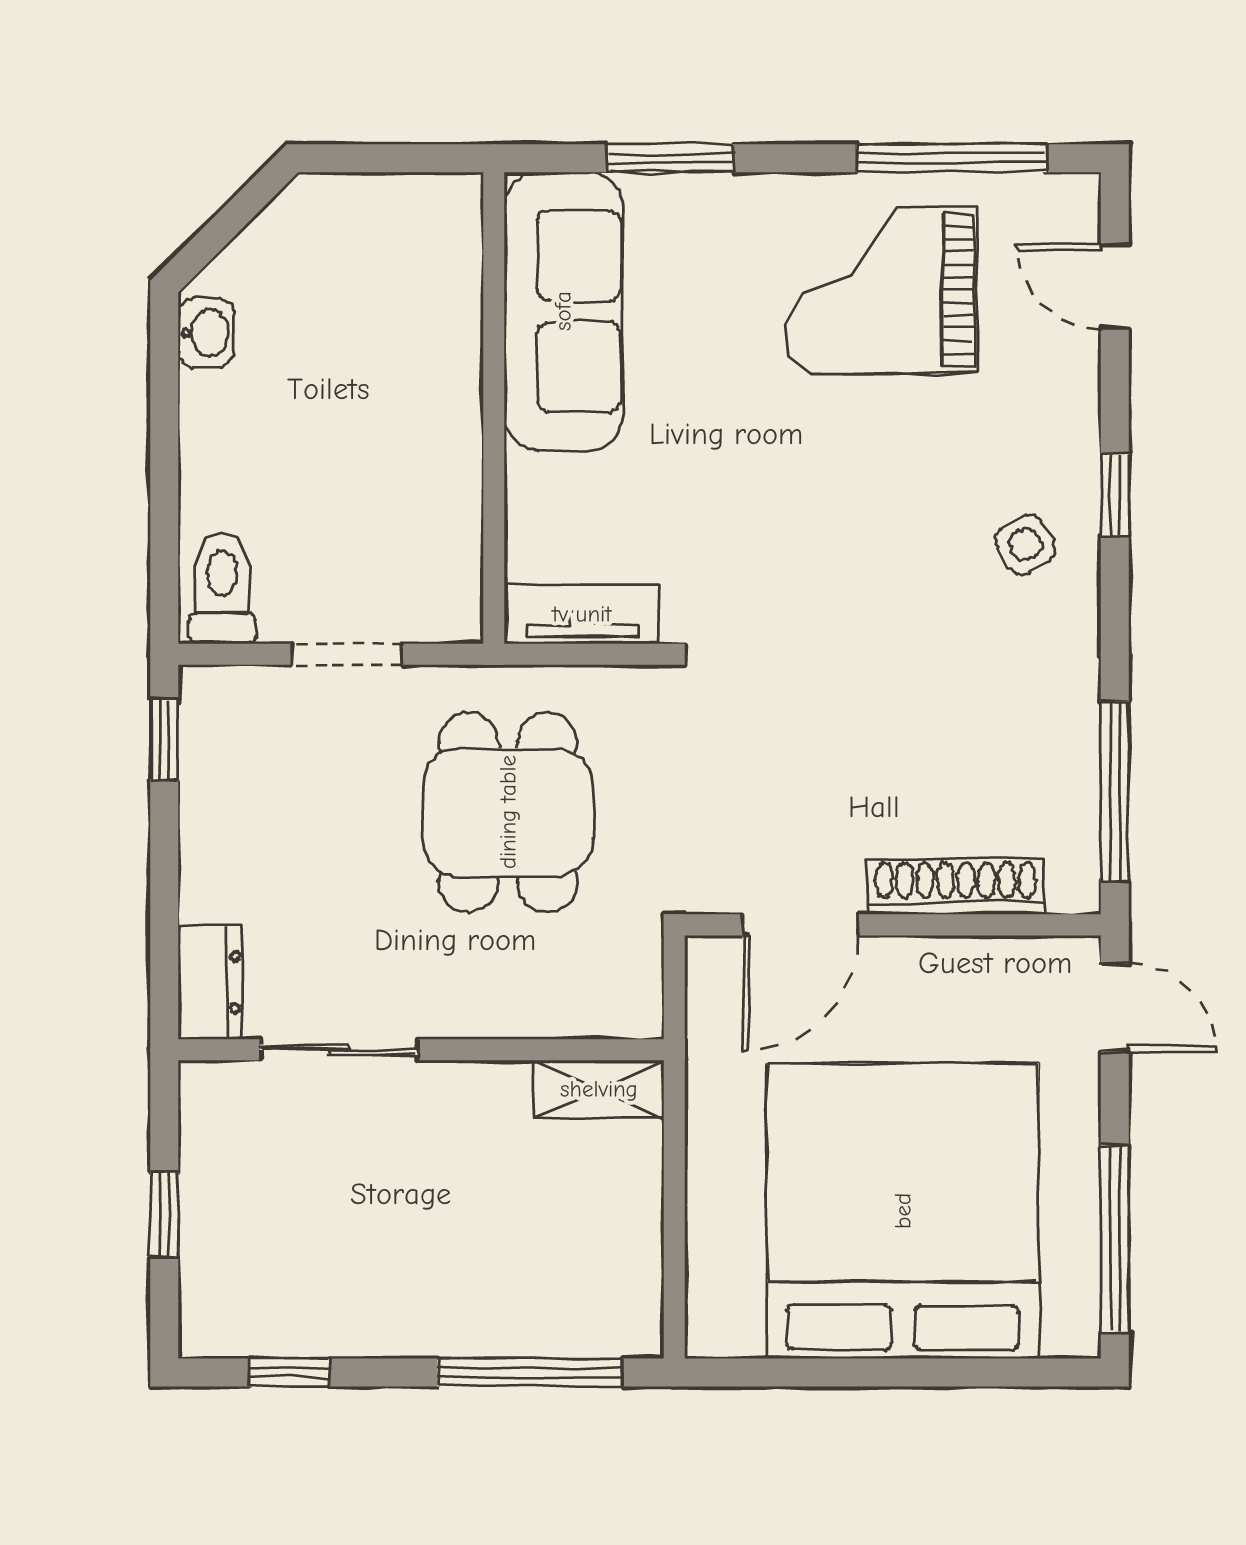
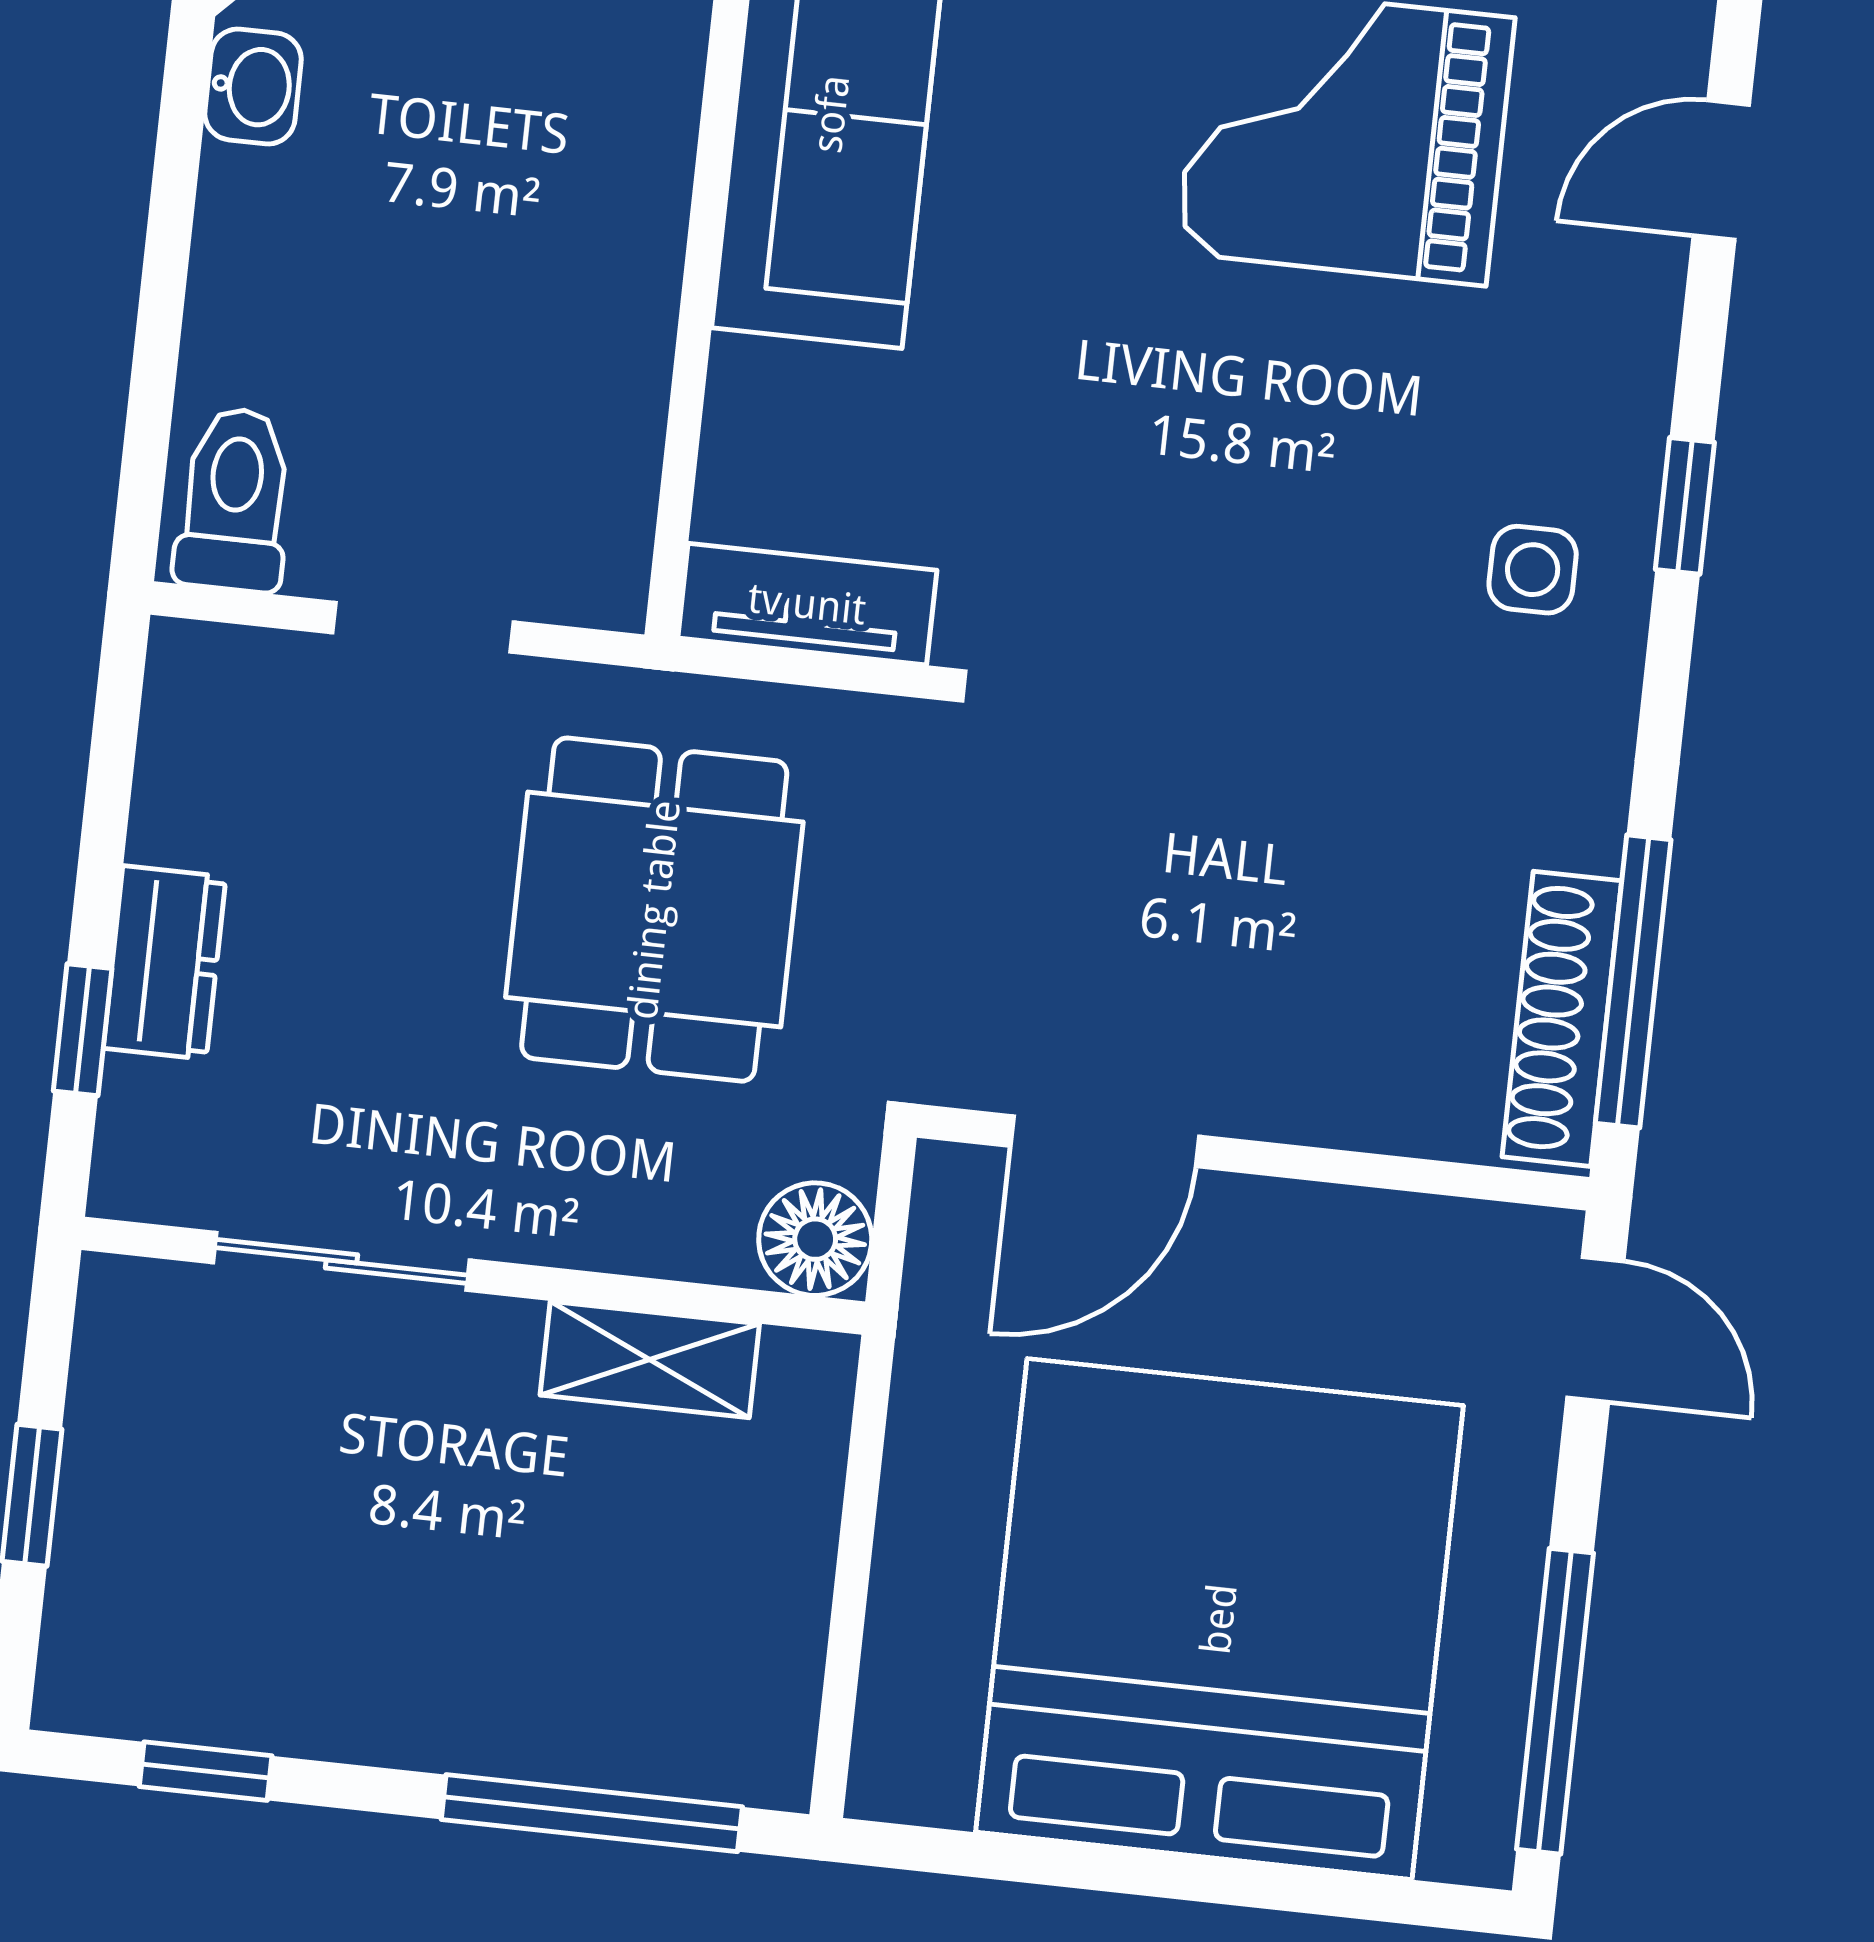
door: (1115, 286) -> (1721, 170), hinge flipped
side table: (1025, 545) -> (1533, 570), turned 32
window: (164, 740) -> (83, 1030), moved
shoe rack: (956, 887) -> (1562, 1019), moved, turned -90
dresser: (210, 982) -> (165, 963), moved
floor lamp: (629, 1004) -> (815, 1239), added
shelving: (599, 1089) -> (650, 1359), moved

